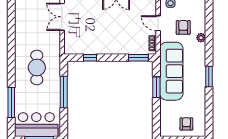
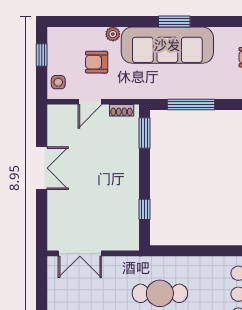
sofa: (171, 71) -> (167, 45), moved, turned 180
window: (156, 87) -> (191, 104), width x1.44
window: (64, 92) -> (199, 251), removed

